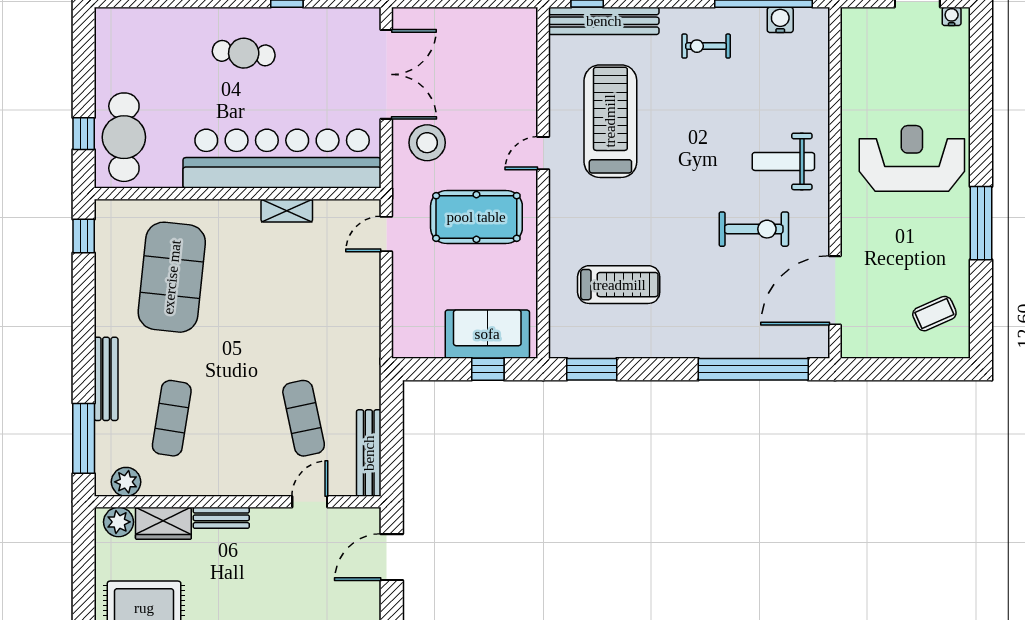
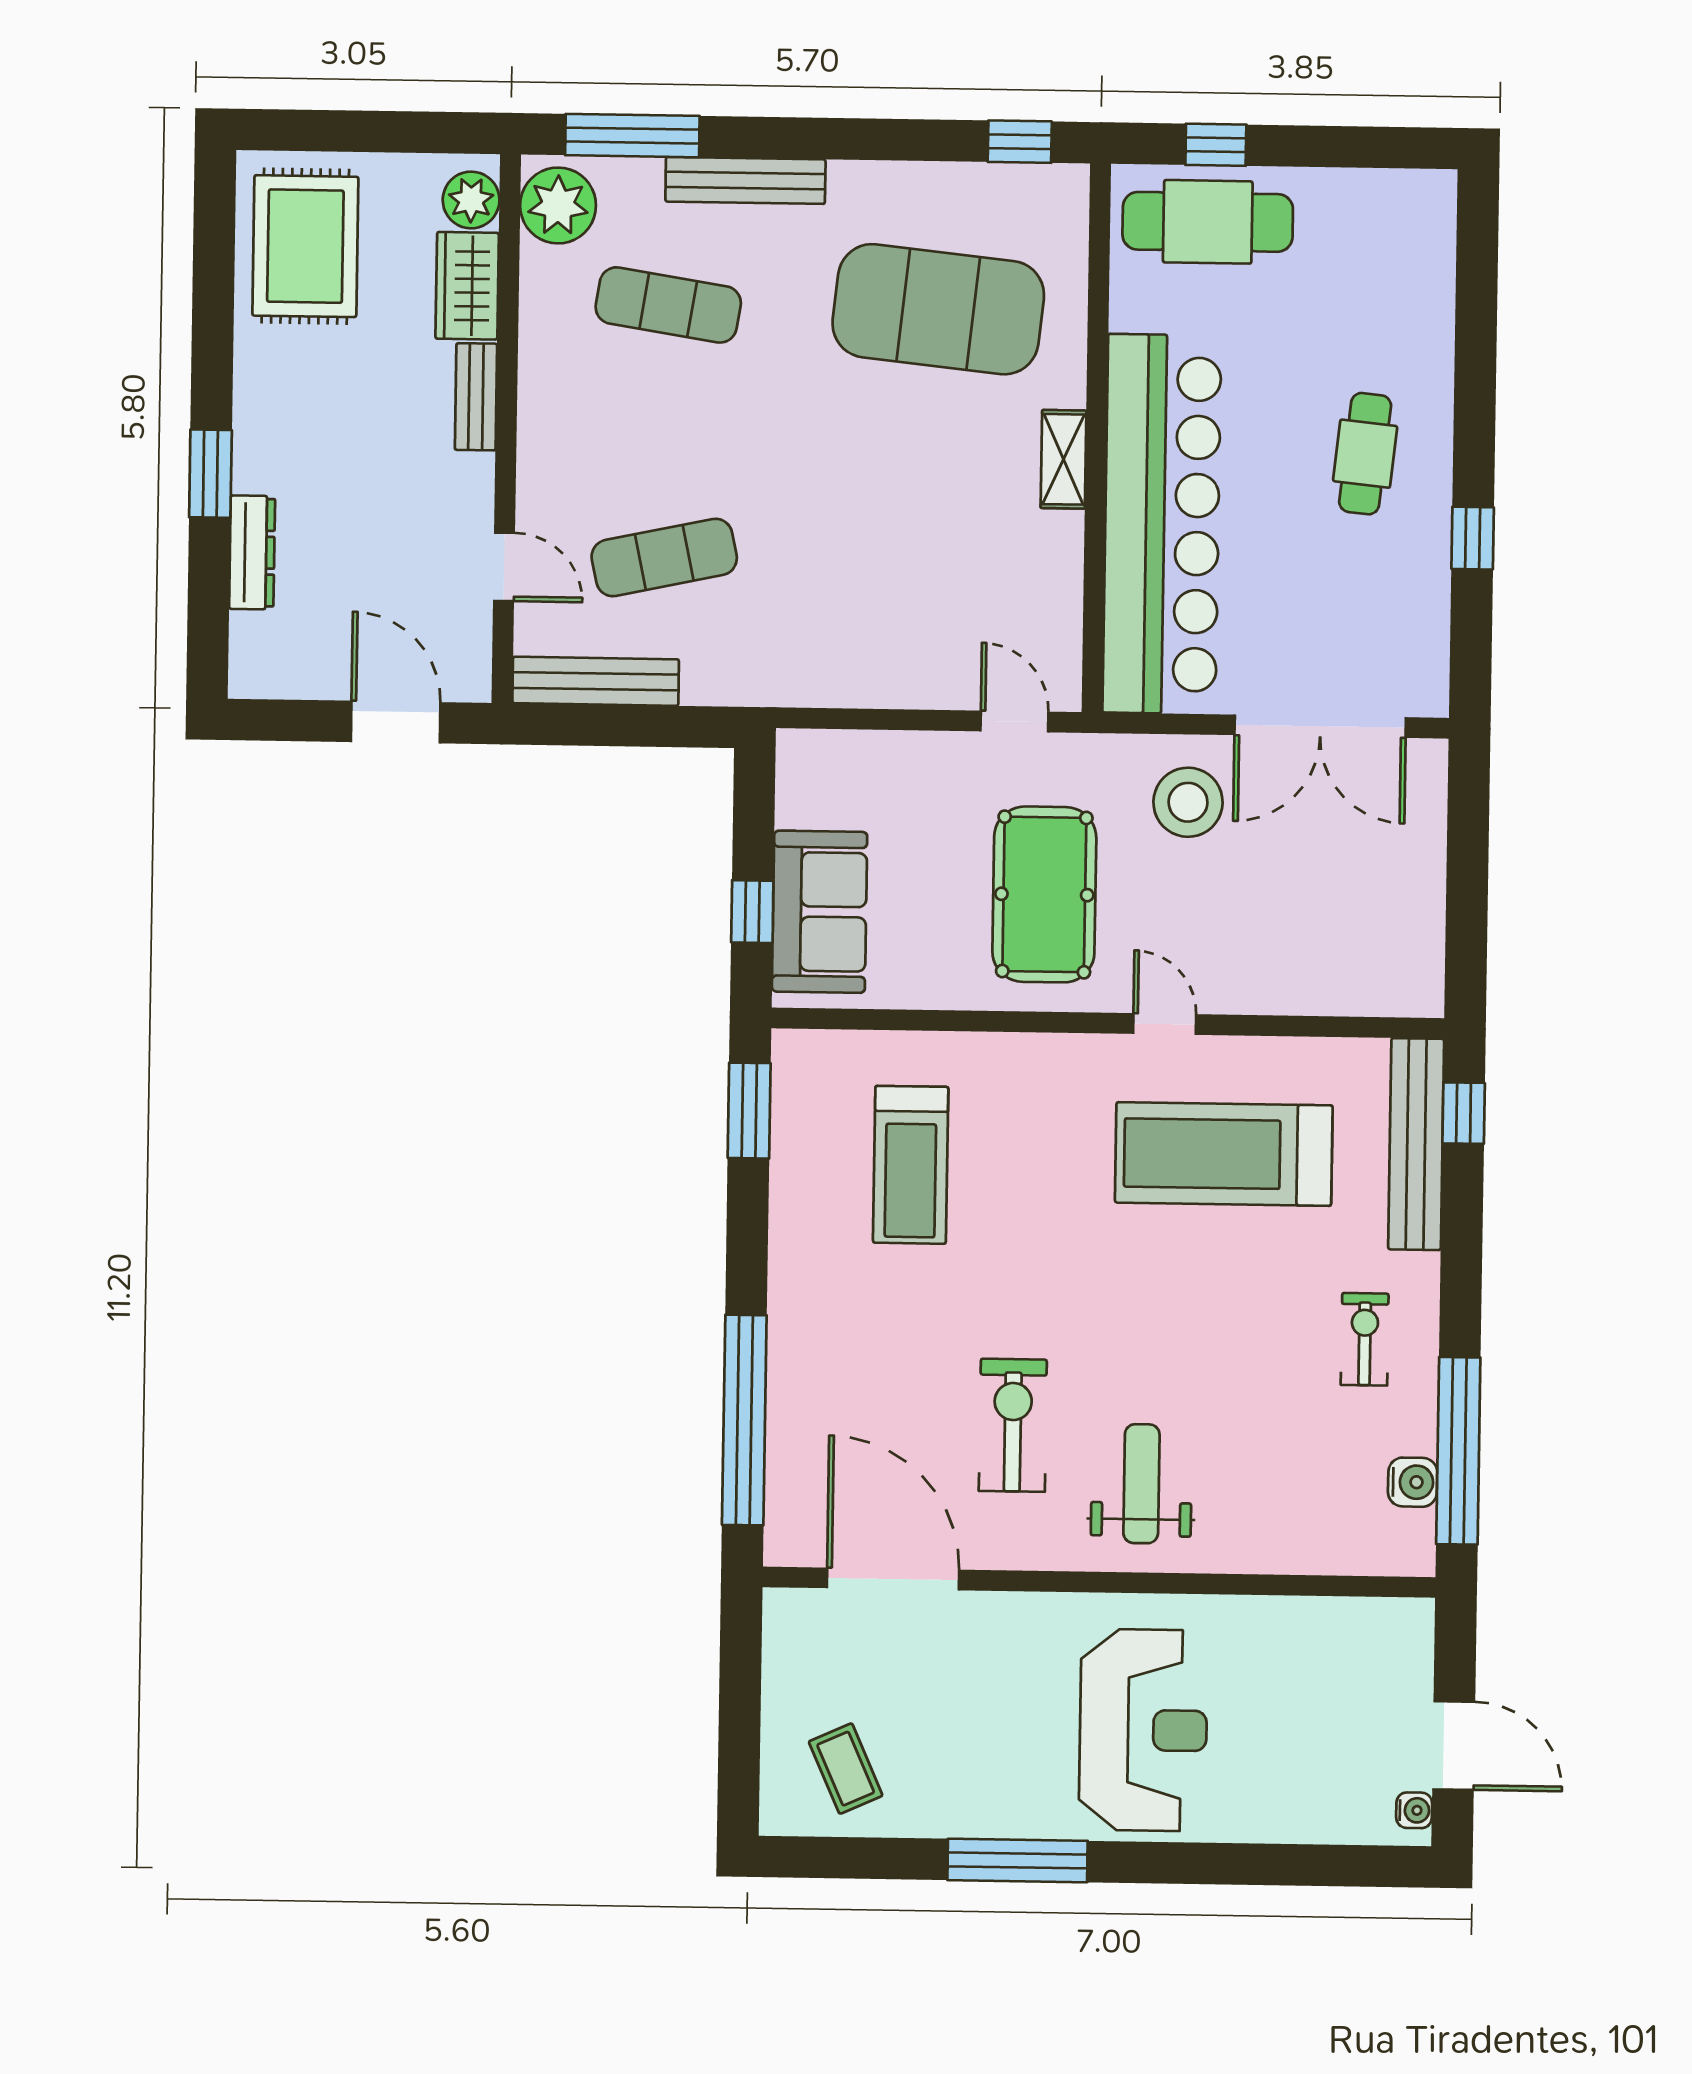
treadmill: (610, 121) -> (1224, 1154), turned 180
shelving: (287, 211) -> (1064, 459), moved
exercise bike: (754, 229) -> (1013, 1425), turned 180
plant: (126, 482) -> (558, 206), width x1.36, depth x1.36

